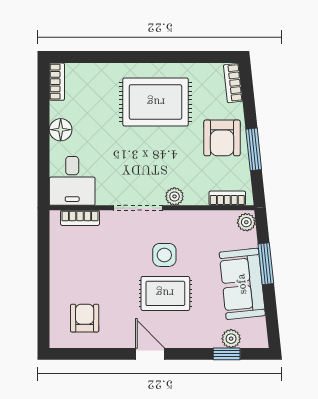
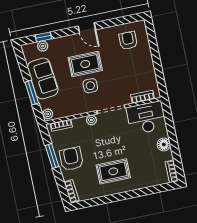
rug: (156, 102) -> (113, 171), width x0.73, depth x0.70
desk: (72, 181) -> (146, 118), width x1.37
armchair: (85, 318) -> (128, 41), turned 180

